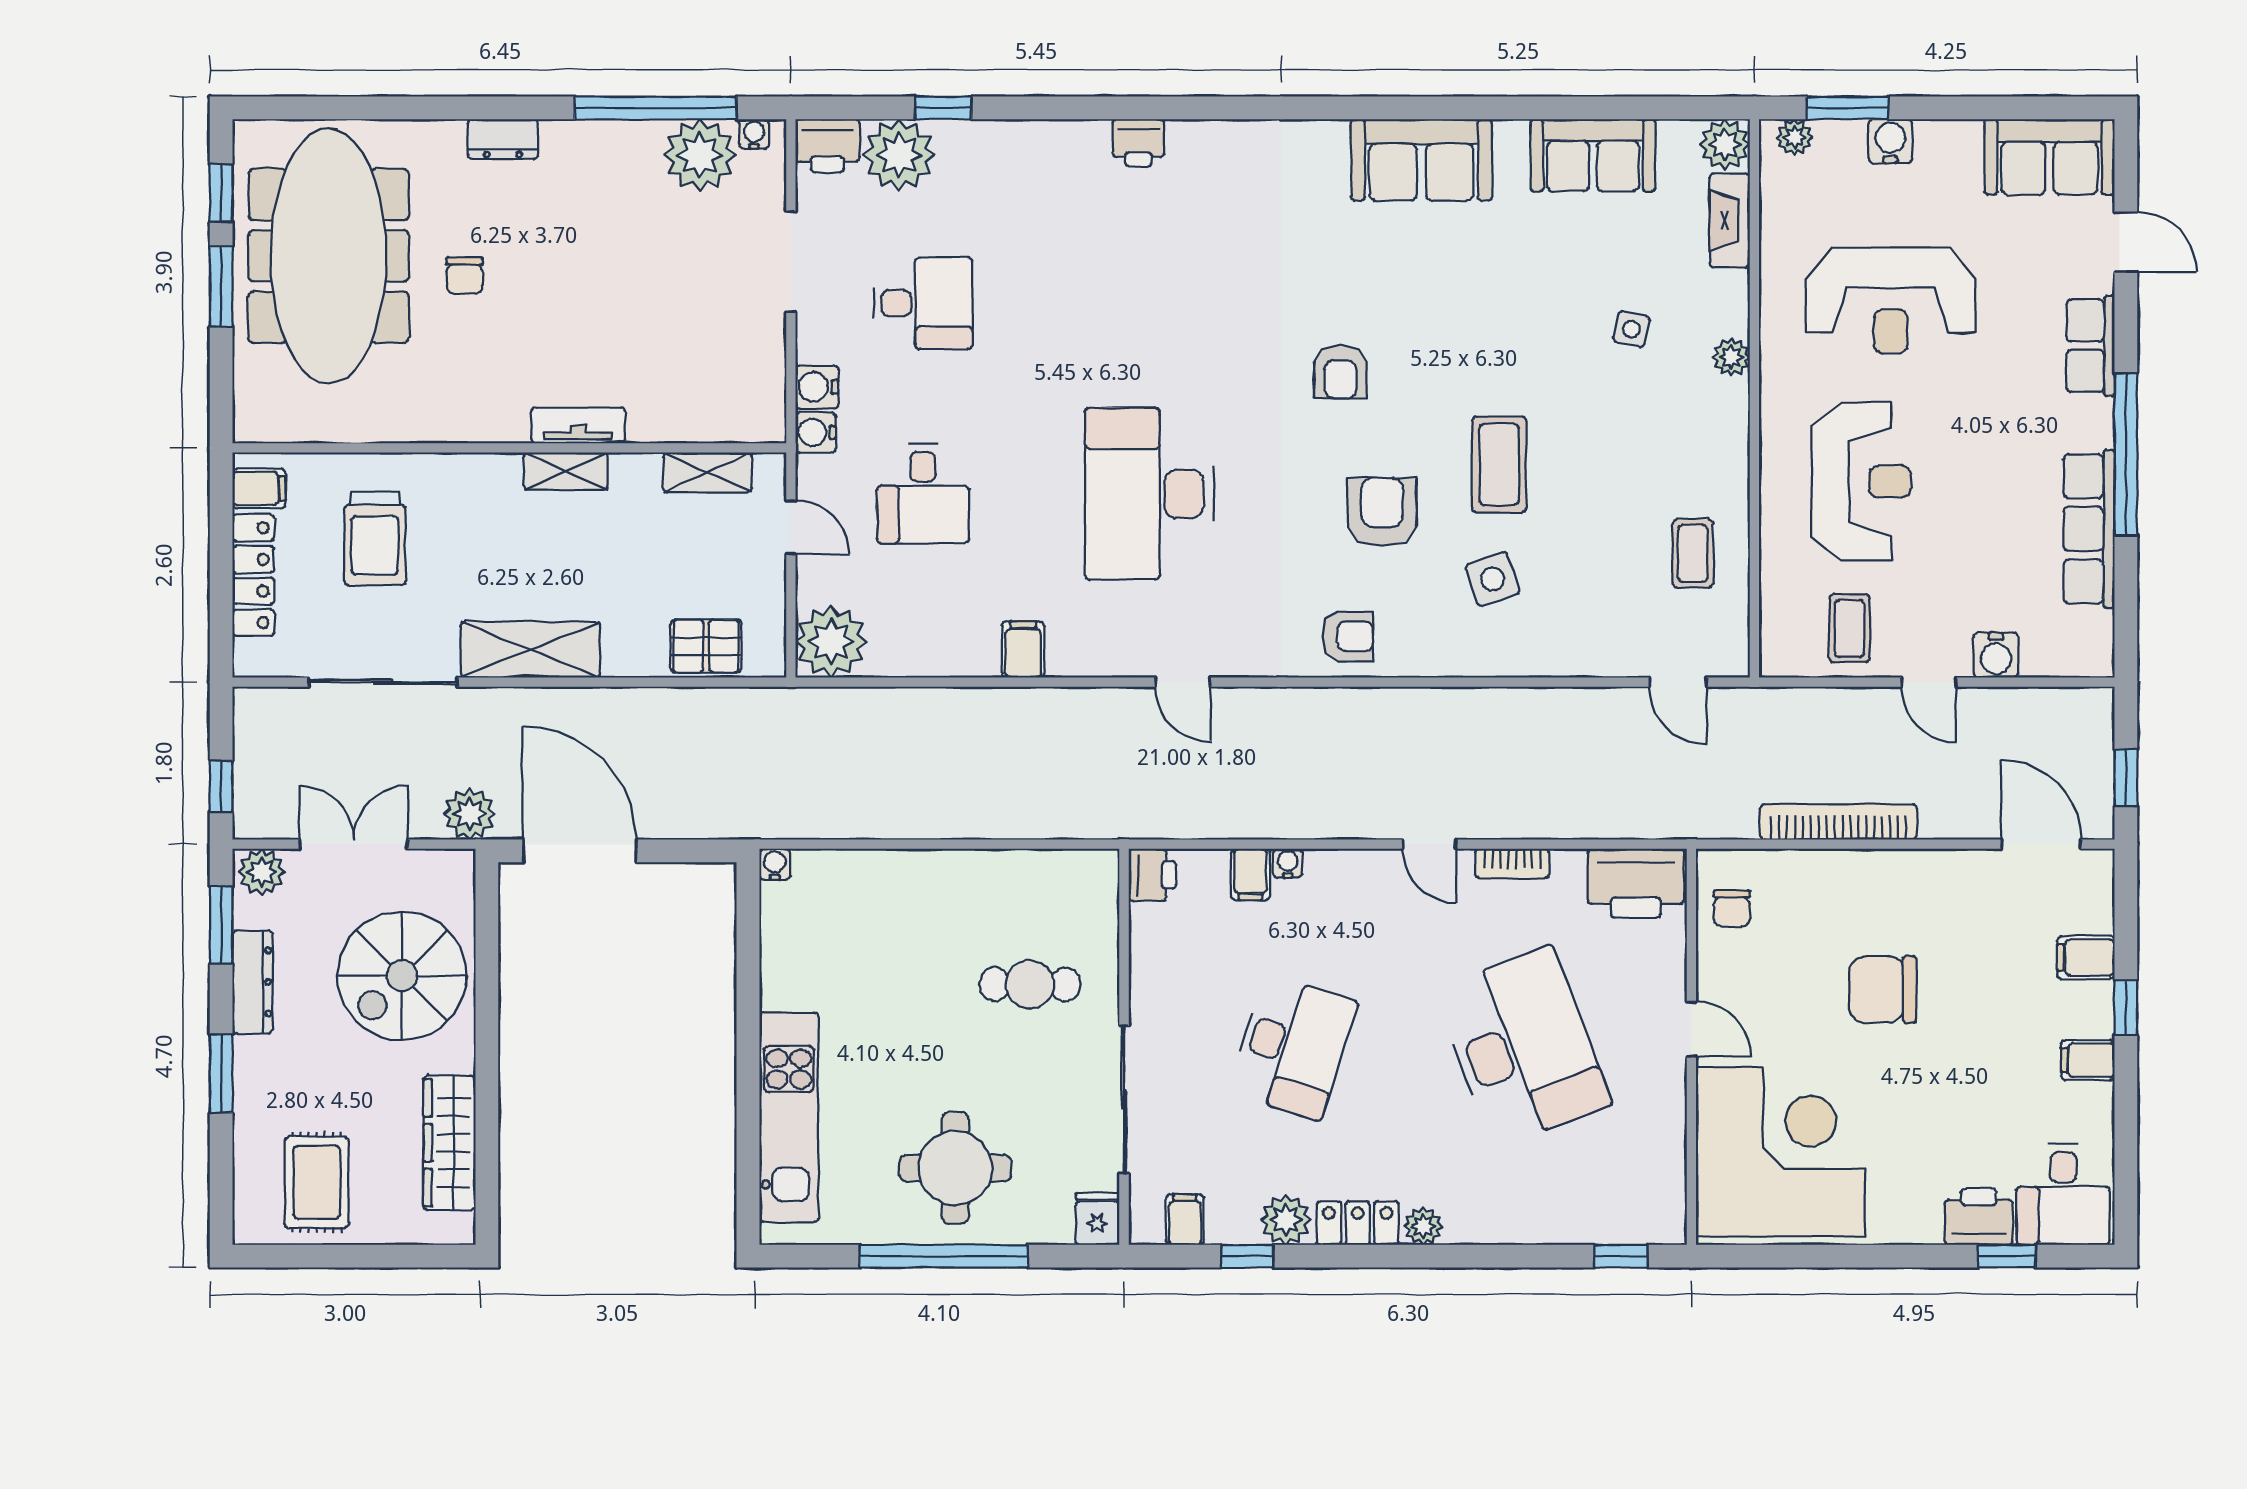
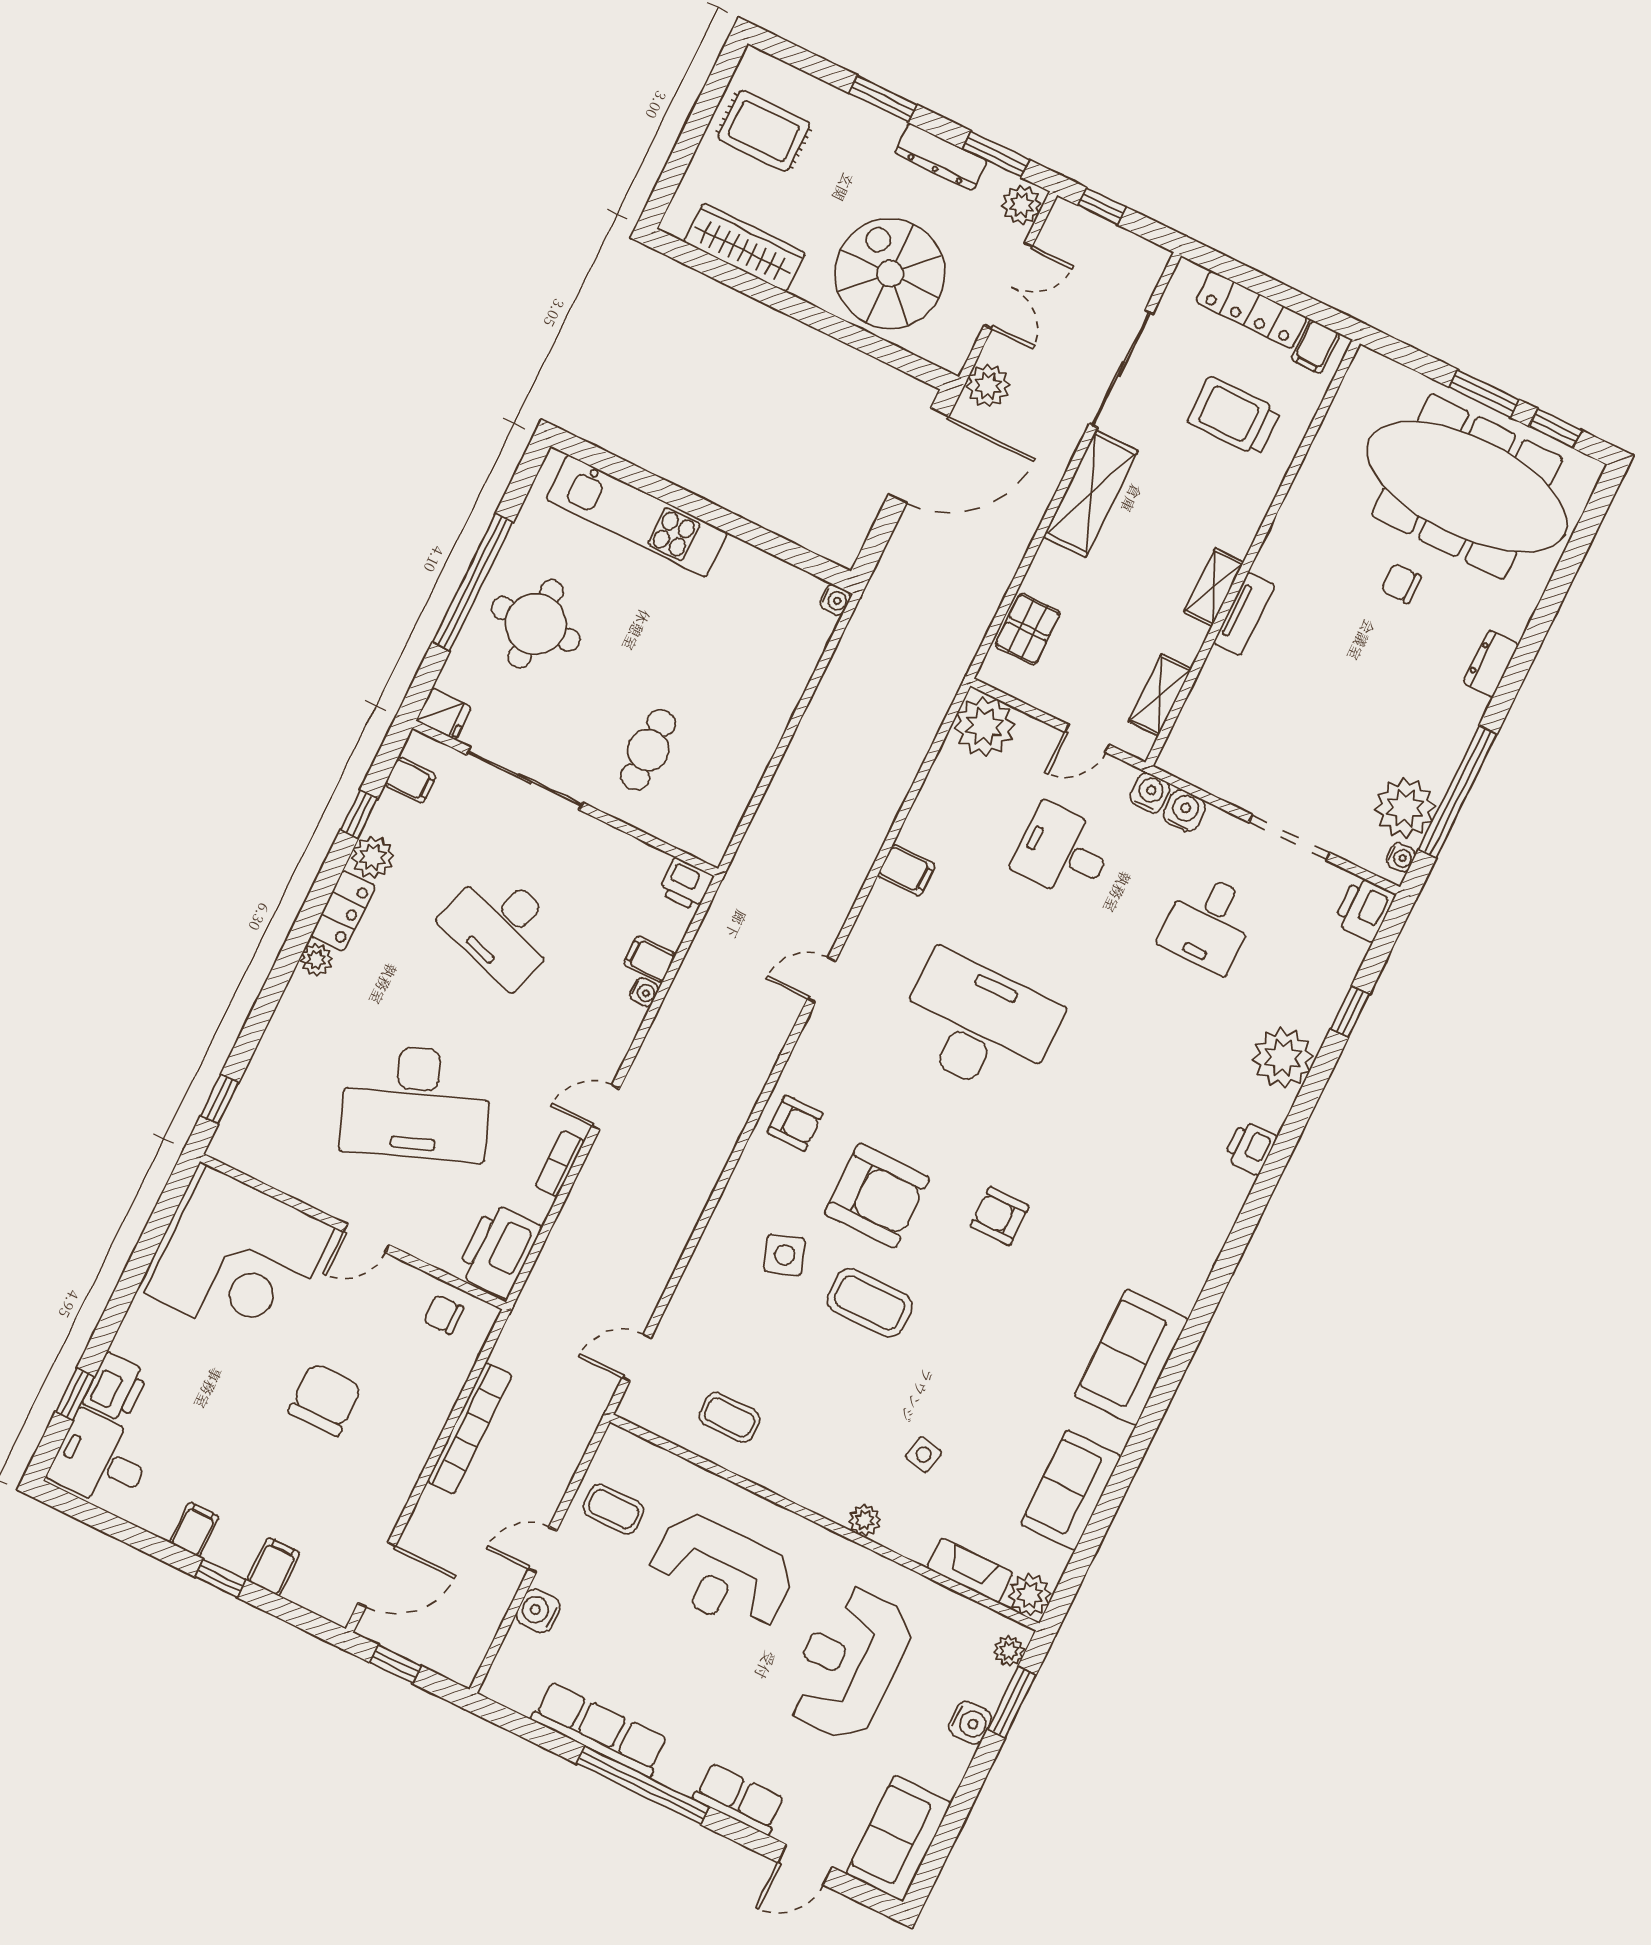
plant: (899, 155) -> (1283, 1058), moved
armchair: (1382, 512) -> (877, 1196), width x1.36, depth x1.36
armchair: (1348, 636) -> (795, 1123), turned -90

